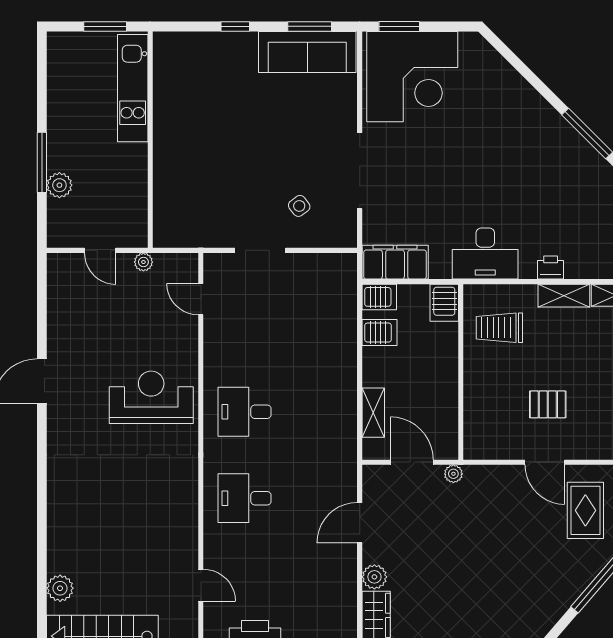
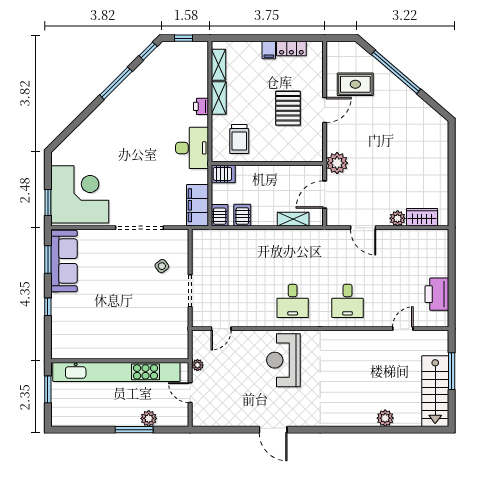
kitchen unit: (133, 88) -> (116, 372), width x1.86
door: (100, 250) -> (190, 393), swing flipped
pallet: (548, 404) -> (288, 108), width x1.50, depth x1.42
plant: (453, 474) -> (337, 163), width x1.87, depth x1.87
plant: (60, 588) -> (385, 418), moved

